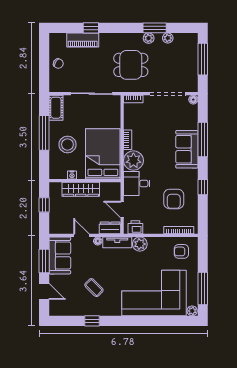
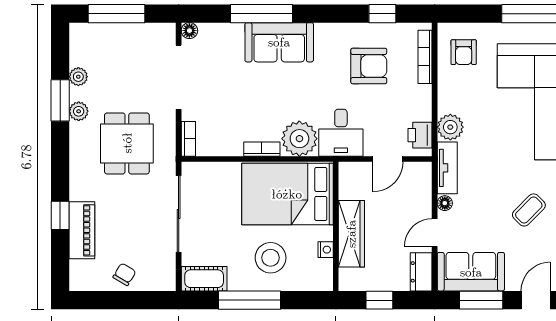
window: (203, 187) -> (382, 14), moved
dresser: (110, 228) -> (421, 272), moved

